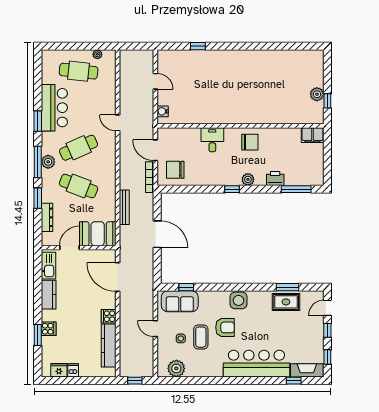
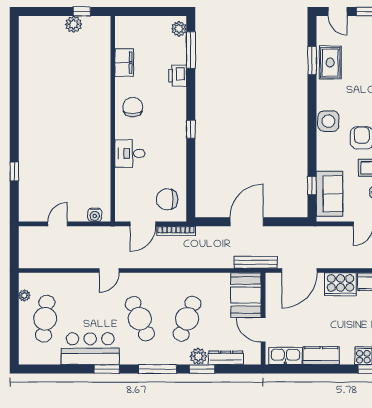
filing cabinet: (313, 135) -> (124, 63), moved
plant: (48, 162) -> (198, 356), moved
chair: (175, 170) -> (167, 199), turned 90
plant: (248, 179) -> (179, 29), moved
bench: (124, 207) -> (256, 262), moved
cooker: (109, 316) -> (341, 284), width x1.87, depth x1.31

